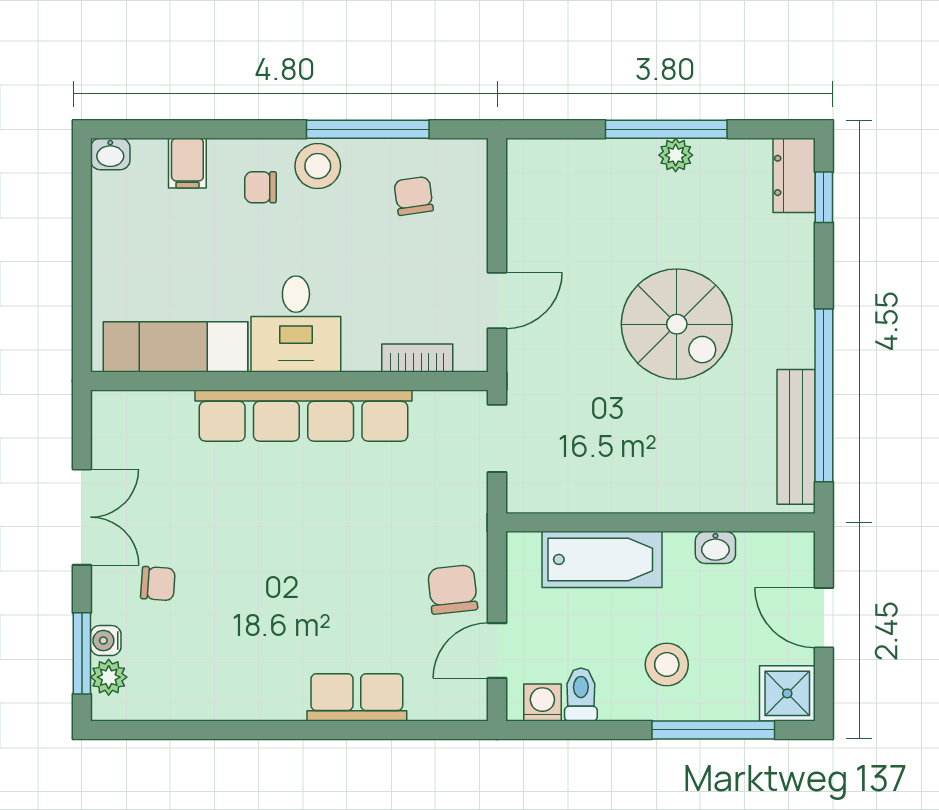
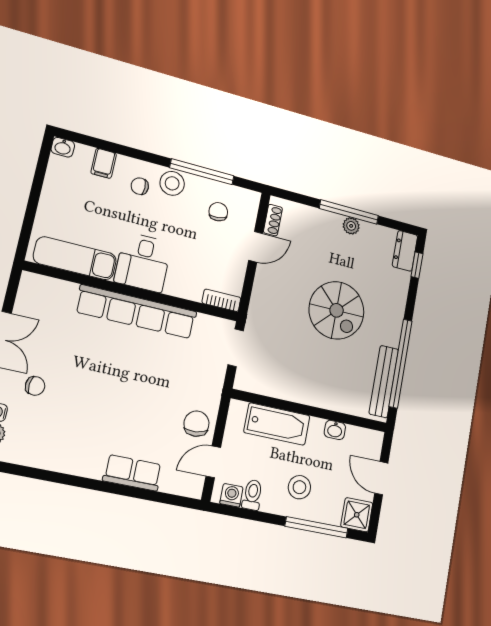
shoe rack: (520, 184) -> (273, 220), added
door: (497, 300) -> (256, 247), moved
bookcase: (417, 358) -> (221, 300), moved

